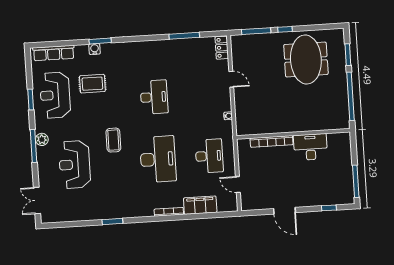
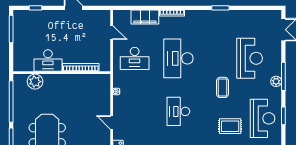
plant: (324, 121) -> (35, 82), added
coffee table: (113, 140) -> (222, 87), moved
desk: (209, 156) -> (135, 58), turned -90

